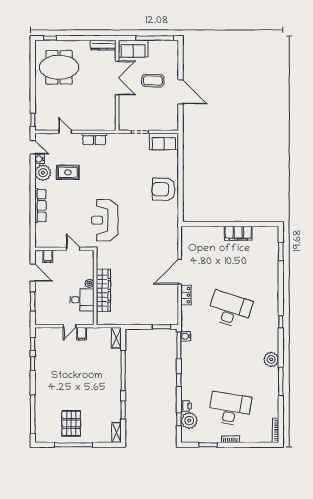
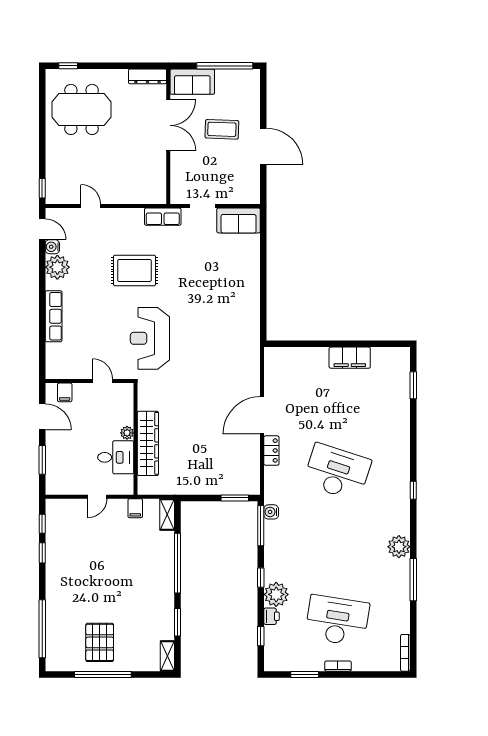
row of seats: (94, 139) -> (163, 217), moved
rug: (68, 172) -> (134, 271), moved, width x1.36, depth x1.43
armchair: (164, 189) -> (238, 292), removed
filing cabinet: (82, 334) -> (135, 508), moved
plant: (189, 421) -> (276, 594), moved

